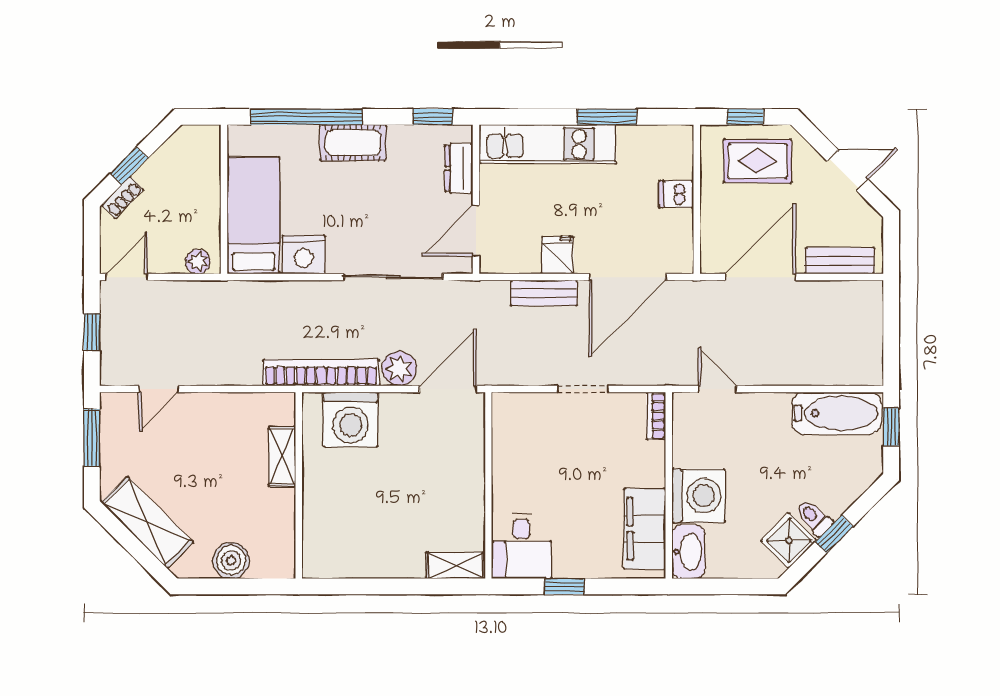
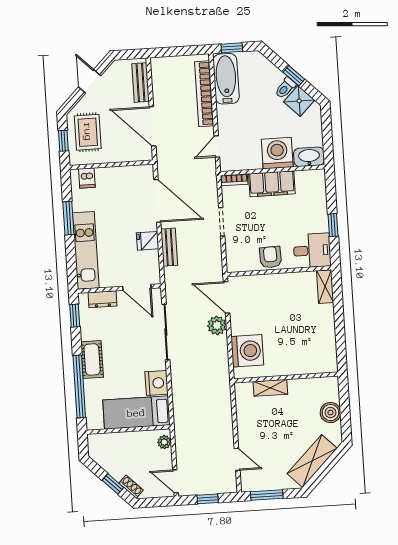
dishwasher: (676, 194) -> (87, 178), moved
bookcase: (321, 373) -> (204, 94), moved
armchair: (514, 472) -> (271, 257), added
filing cabinet: (645, 529) -> (272, 184), moved

